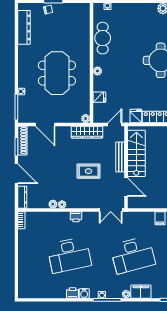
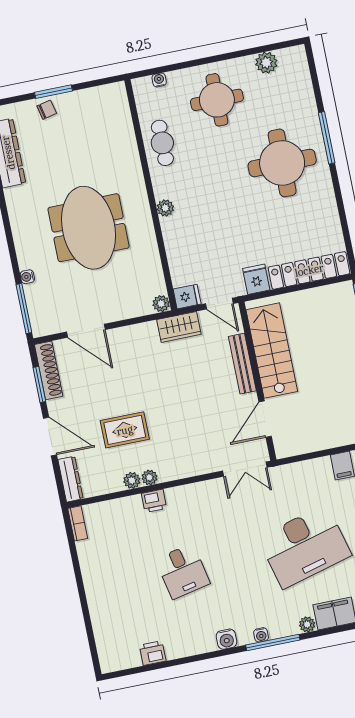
round table: (134, 22) -> (217, 100), added
cafe table: (103, 38) -> (162, 143), width x0.73, depth x0.74
fridge: (99, 97) -> (187, 297), moved
door: (115, 124) -> (219, 304), swing flipped
wardrobe: (87, 132) -> (179, 327), width x0.67
rug: (89, 171) -> (125, 430), moved
door: (126, 187) -> (265, 419), swing flipped
printer: (76, 217) -> (154, 501), moved
desk: (69, 255) -> (183, 571), width x0.53, depth x0.77
printer: (73, 293) -> (153, 653), moved

